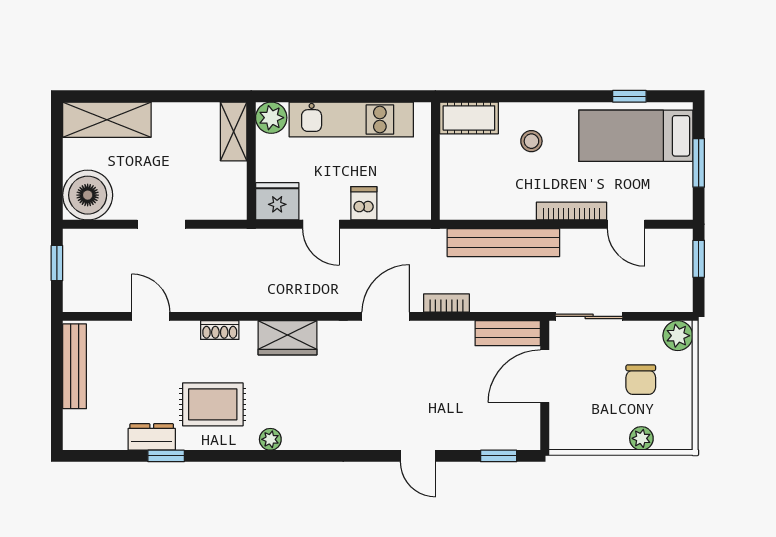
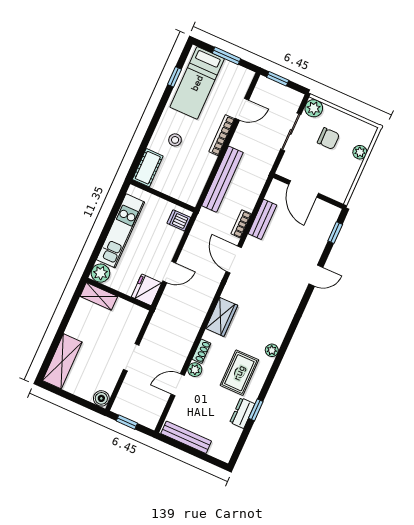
boiler: (88, 195) -> (101, 398), width x0.54, depth x0.54
dishwasher: (364, 203) -> (179, 220), moved
sliding door: (589, 316) -> (291, 132), moved
plant: (186, 333) -> (195, 370), added
bench: (508, 333) -> (262, 219), moved

